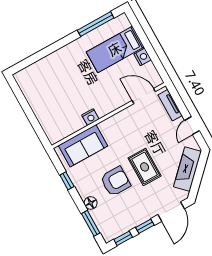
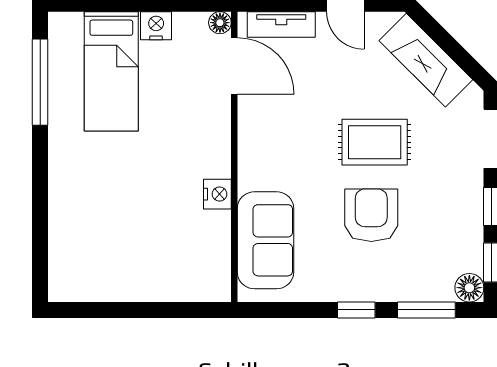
floor lamp: (157, 81) -> (220, 23), added
door: (144, 96) -> (234, 66), swing flipped
window: (67, 181) -> (356, 310), moved
floor lamp: (91, 203) -> (469, 288), moved

